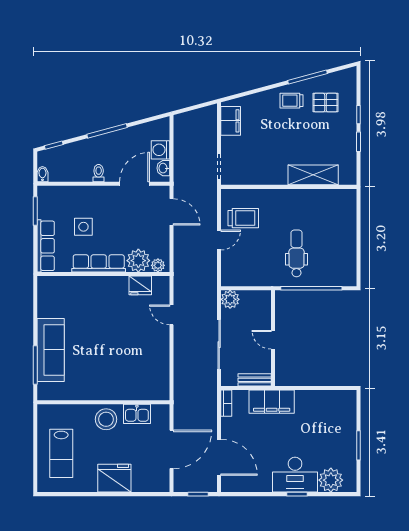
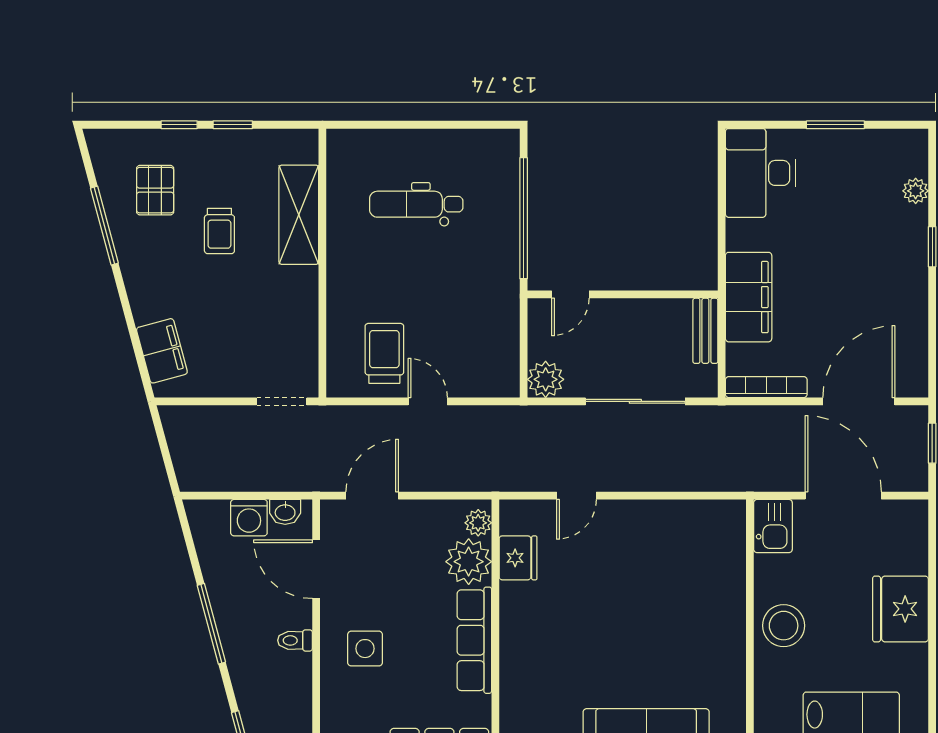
trolley: (291, 101) -> (219, 231), moved
filing cabinet: (231, 121) -> (162, 351), moved, turned 75
side table: (83, 227) -> (365, 649), moved
dental chair: (297, 253) -> (416, 204), moved
door: (273, 340) -> (570, 294), moved
bookcase: (226, 403) -> (766, 387), width x1.56
kitchen sink: (137, 414) -> (773, 526), moved
desk: (295, 475) -> (760, 173), moved, turned 180
plant: (331, 480) -> (916, 191), width x0.53, depth x0.53

